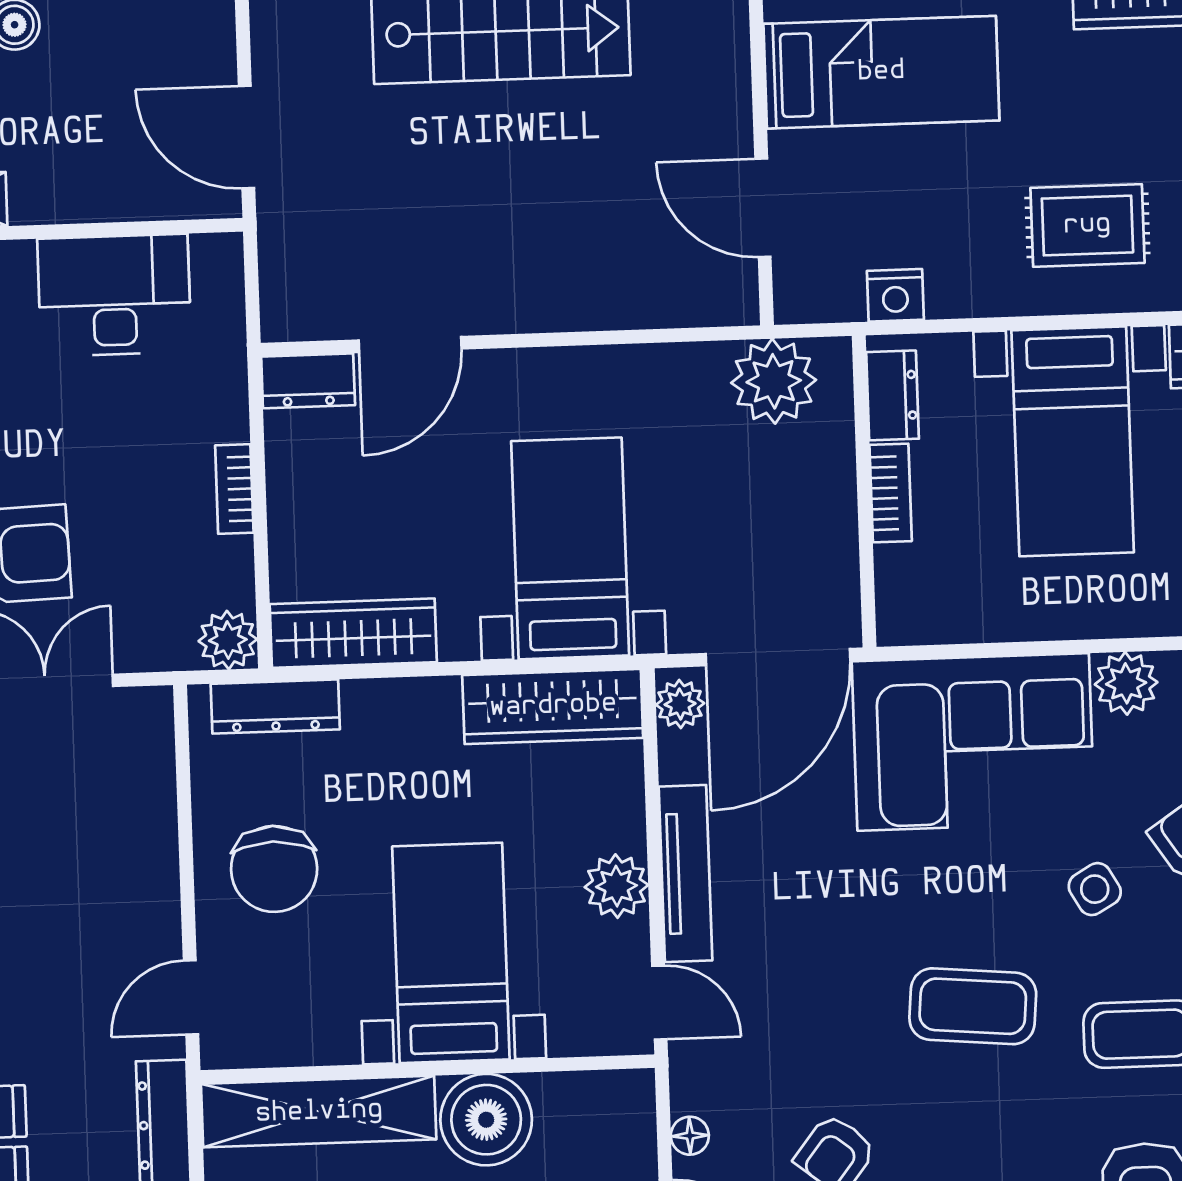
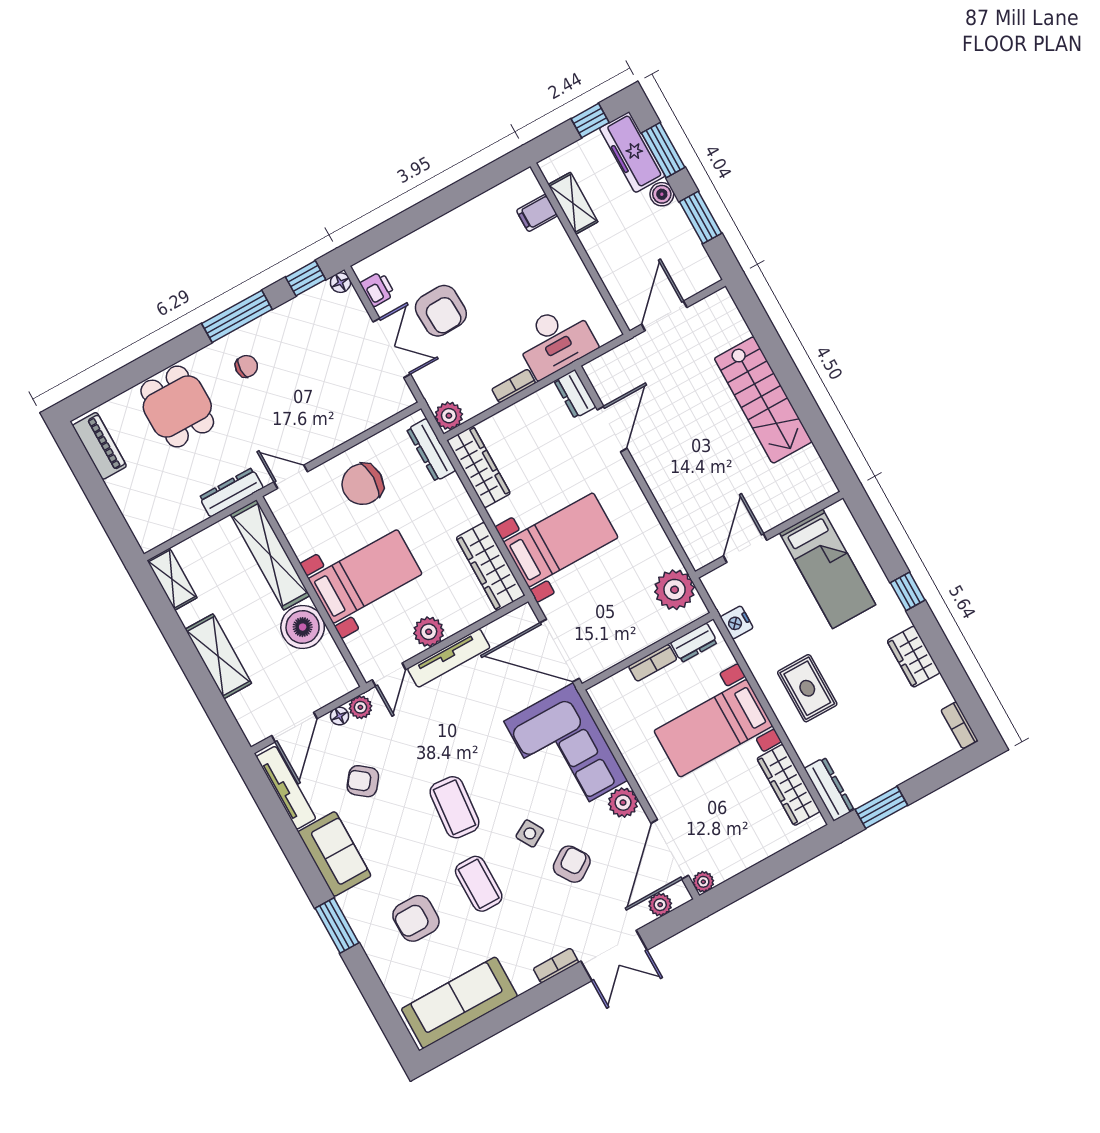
desk: (114, 295) -> (555, 341), moved, turned 90
door: (410, 345) -> (612, 429), swing flipped
plant: (680, 704) -> (360, 707), moved

